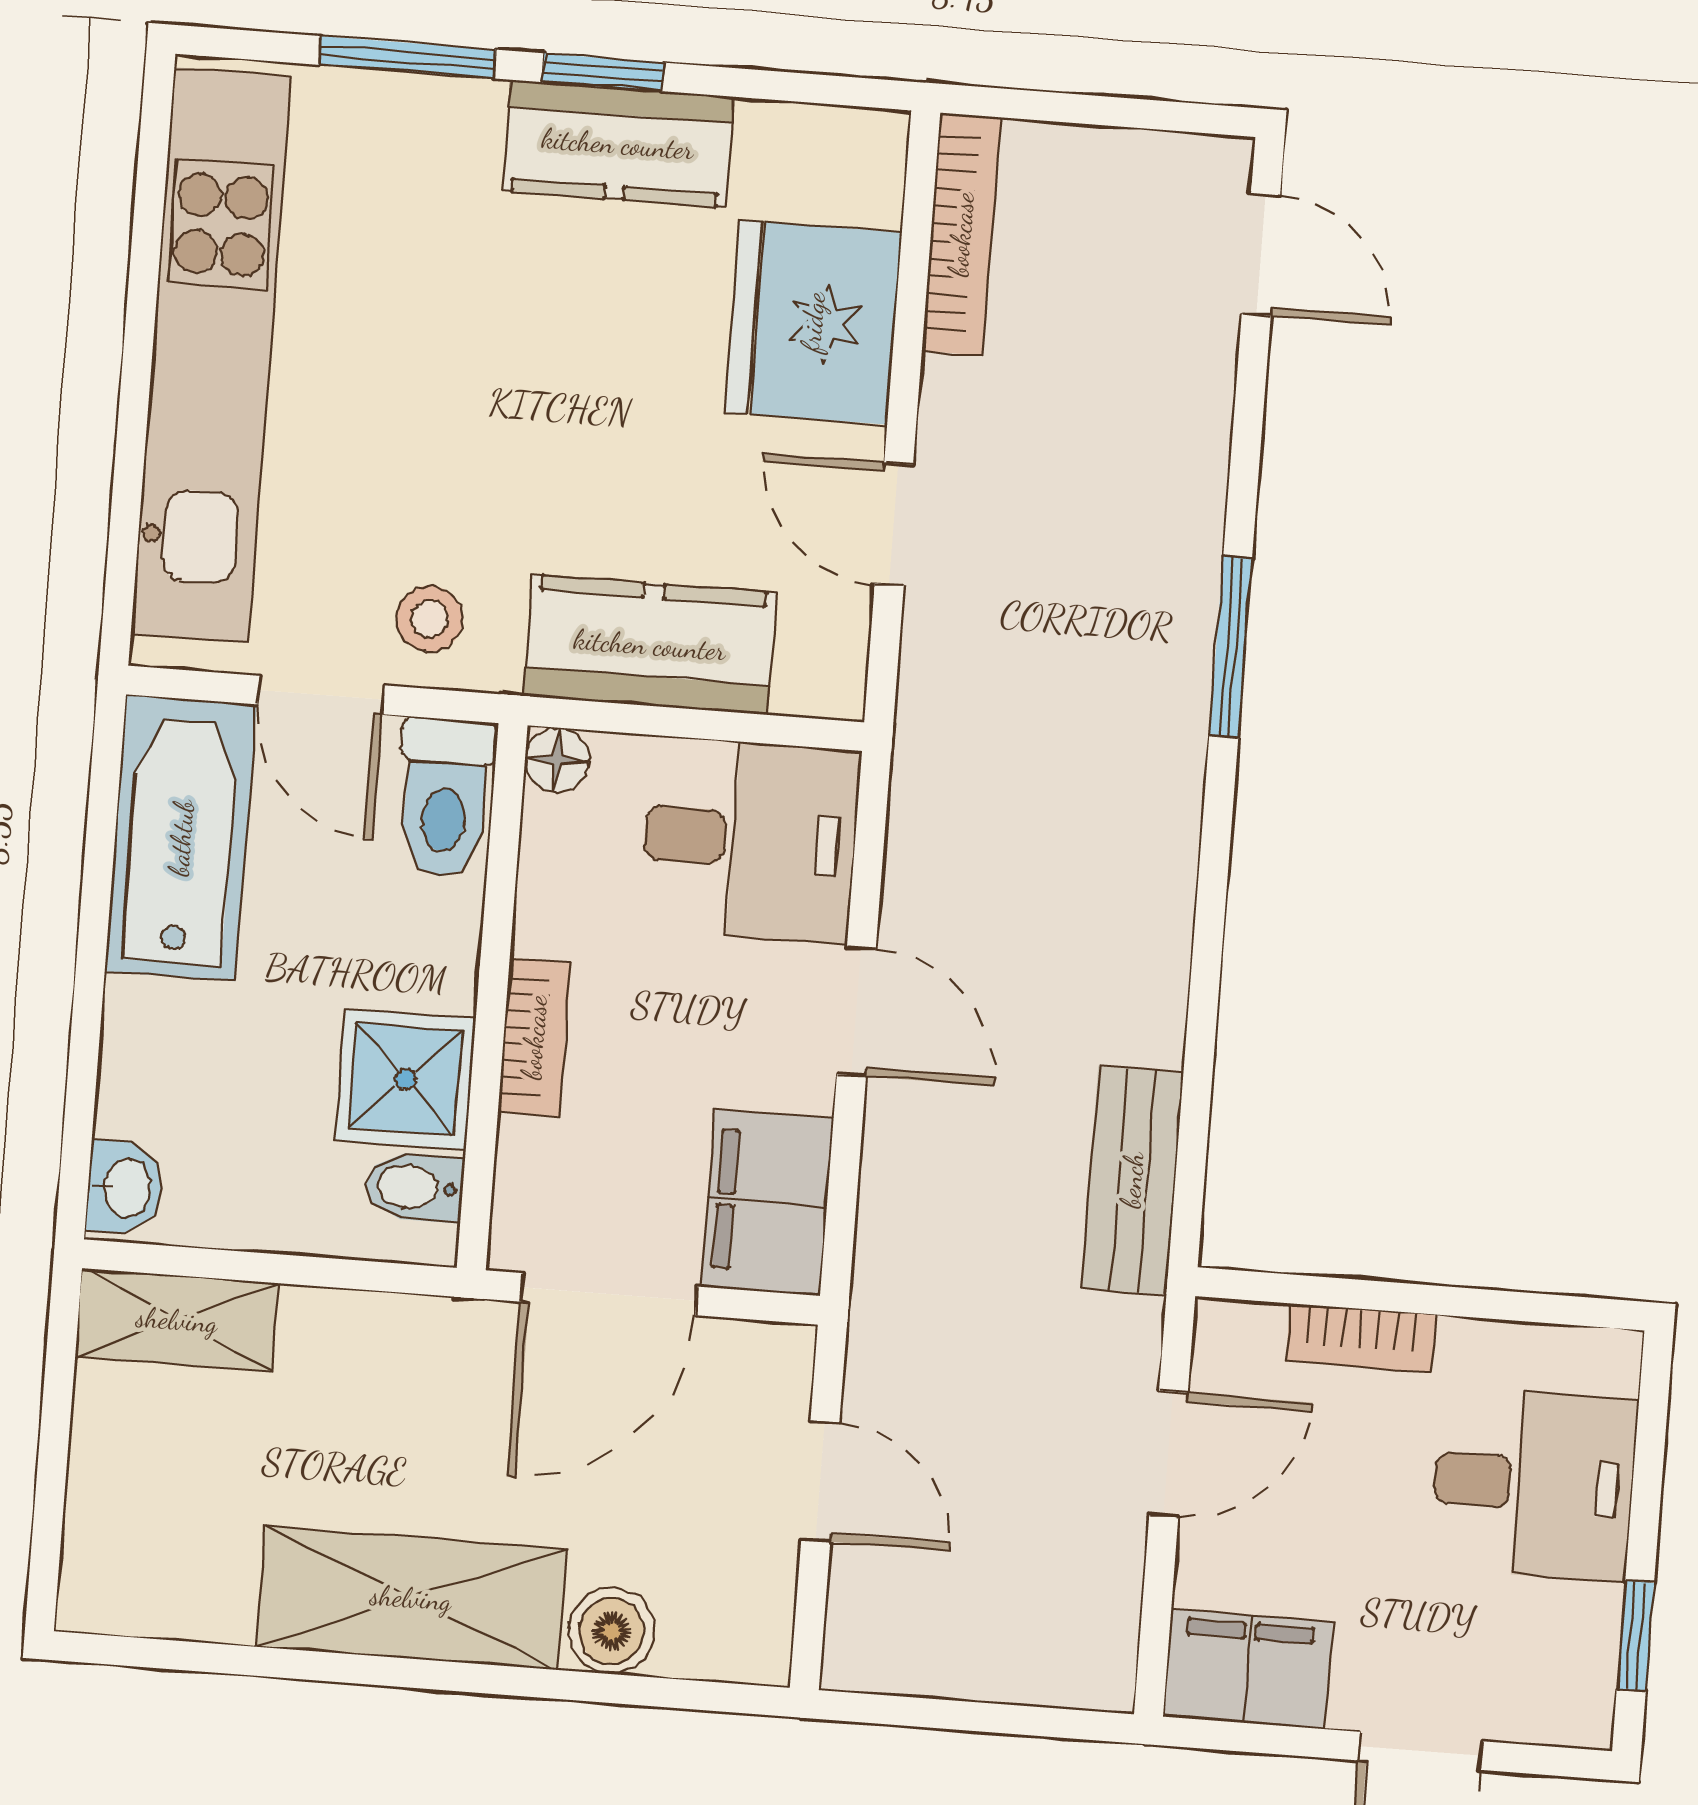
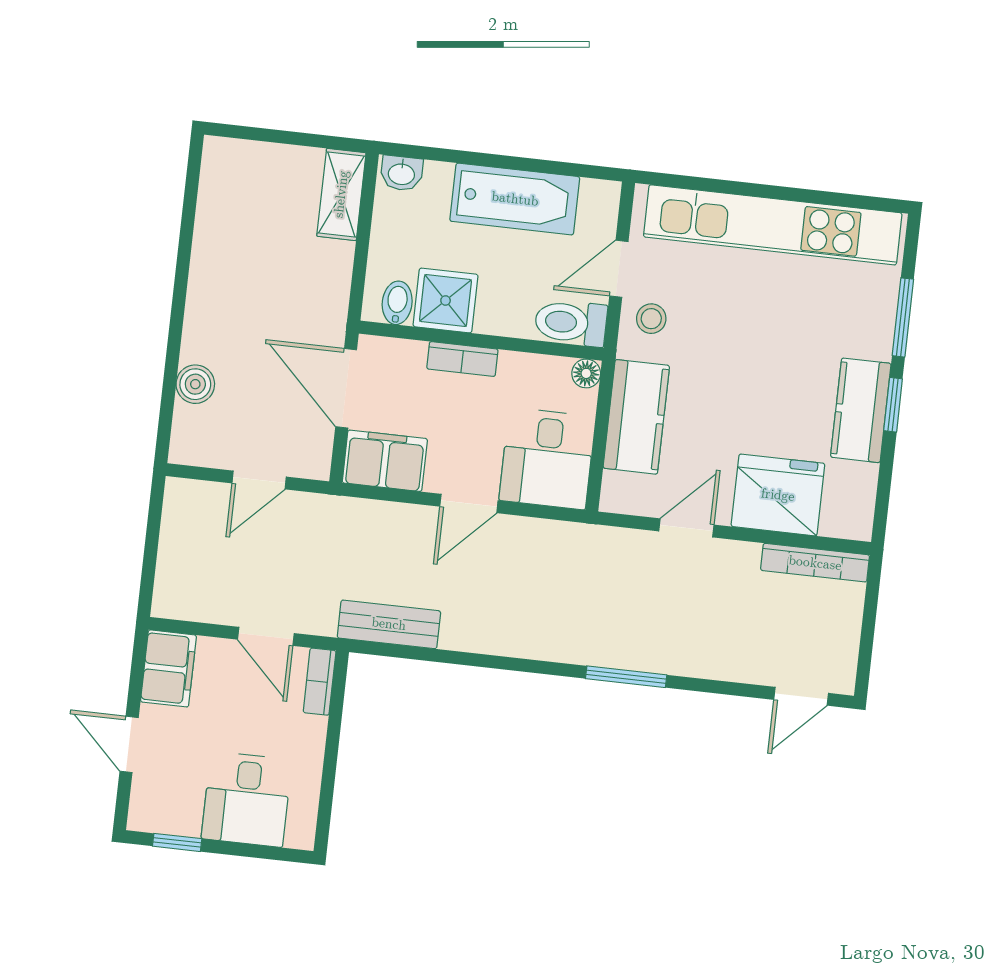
bathtub: (181, 838) -> (515, 199), moved
bookcase: (1361, 1338) -> (320, 682), moved
shelving: (411, 1598) -> (213, 295), removed

